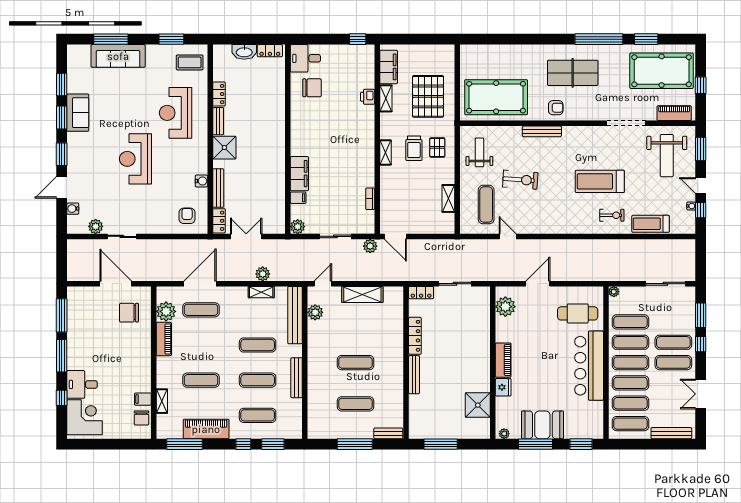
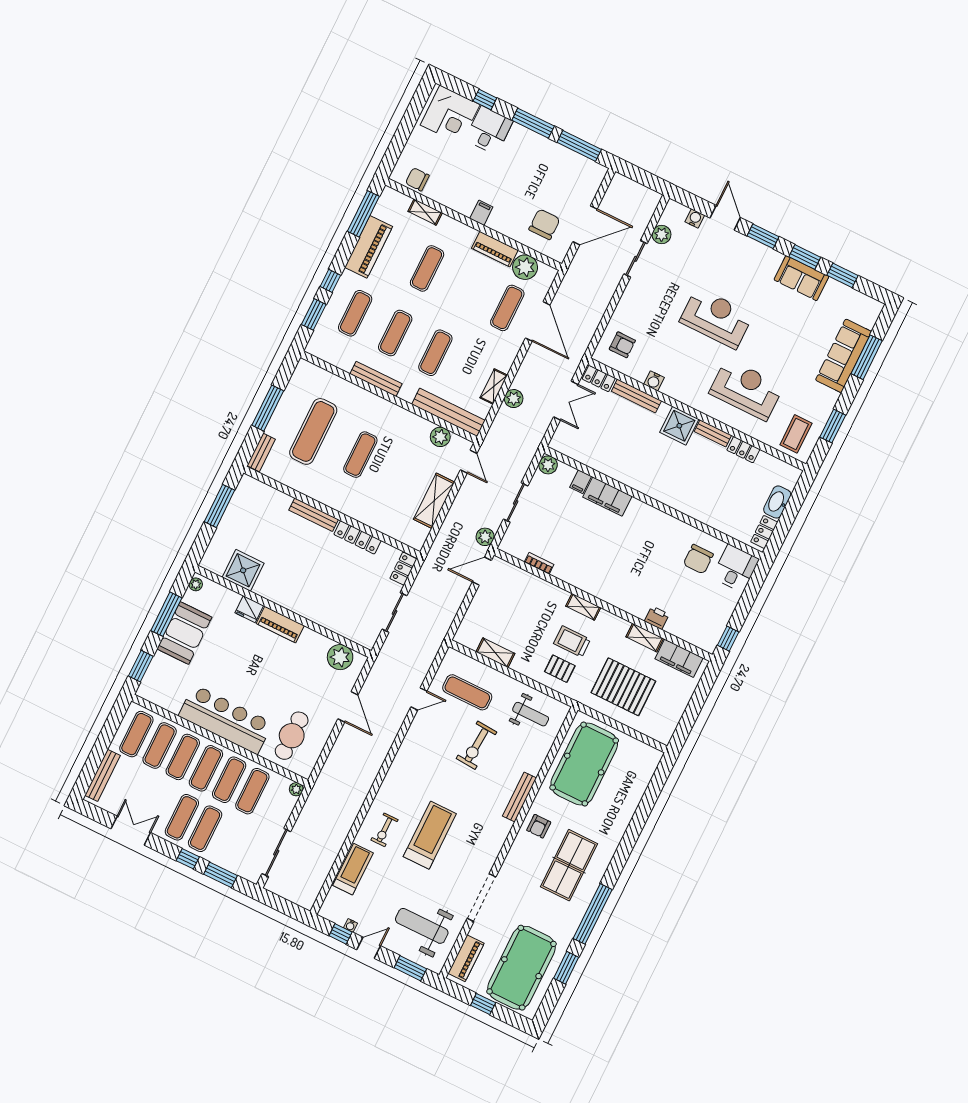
filing cabinet: (143, 399) -> (481, 213), moved
exercise mat: (355, 404) -> (313, 431), width x1.36, depth x1.45

